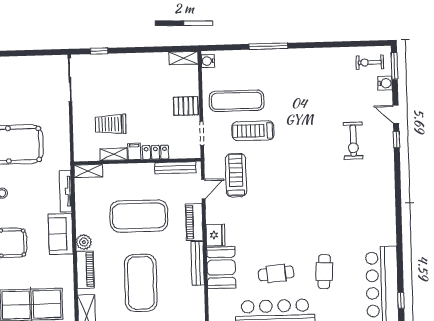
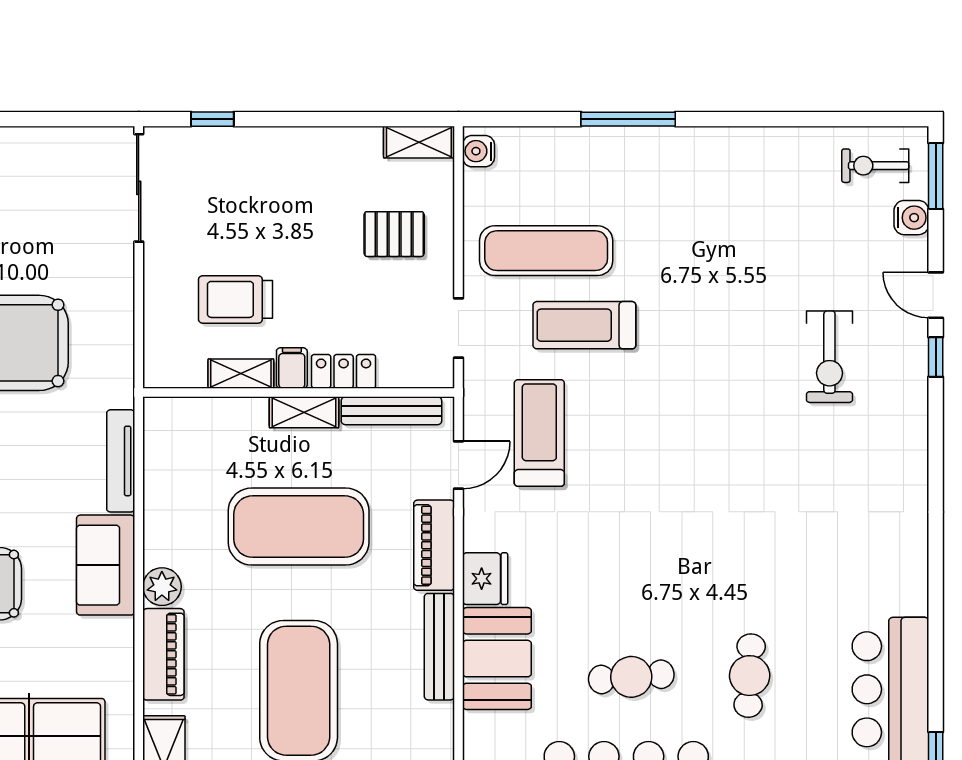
pallet: (186, 106) -> (394, 234), moved
shelving: (88, 171) -> (304, 412), moved

